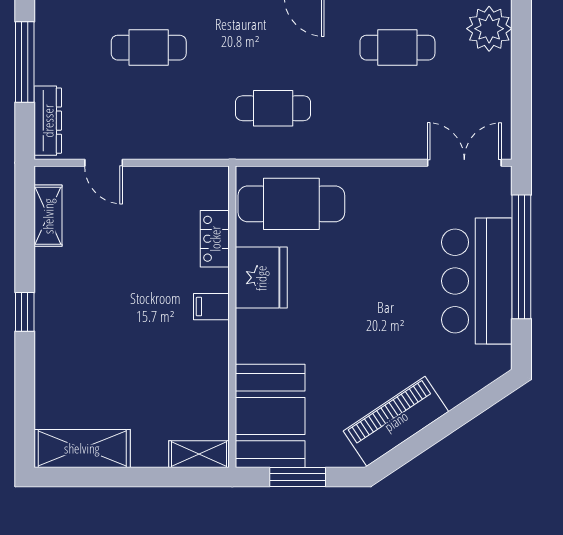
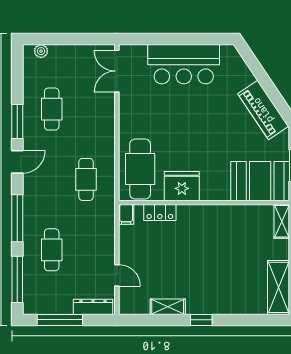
plant: (489, 29) -> (41, 51), width x0.53, depth x0.53
door: (104, 163) -> (117, 275), hinge flipped
shelving: (48, 216) -> (168, 307), moved
window: (521, 257) -> (170, 39), removed
filing cabinet: (211, 307) -> (126, 214), moved

